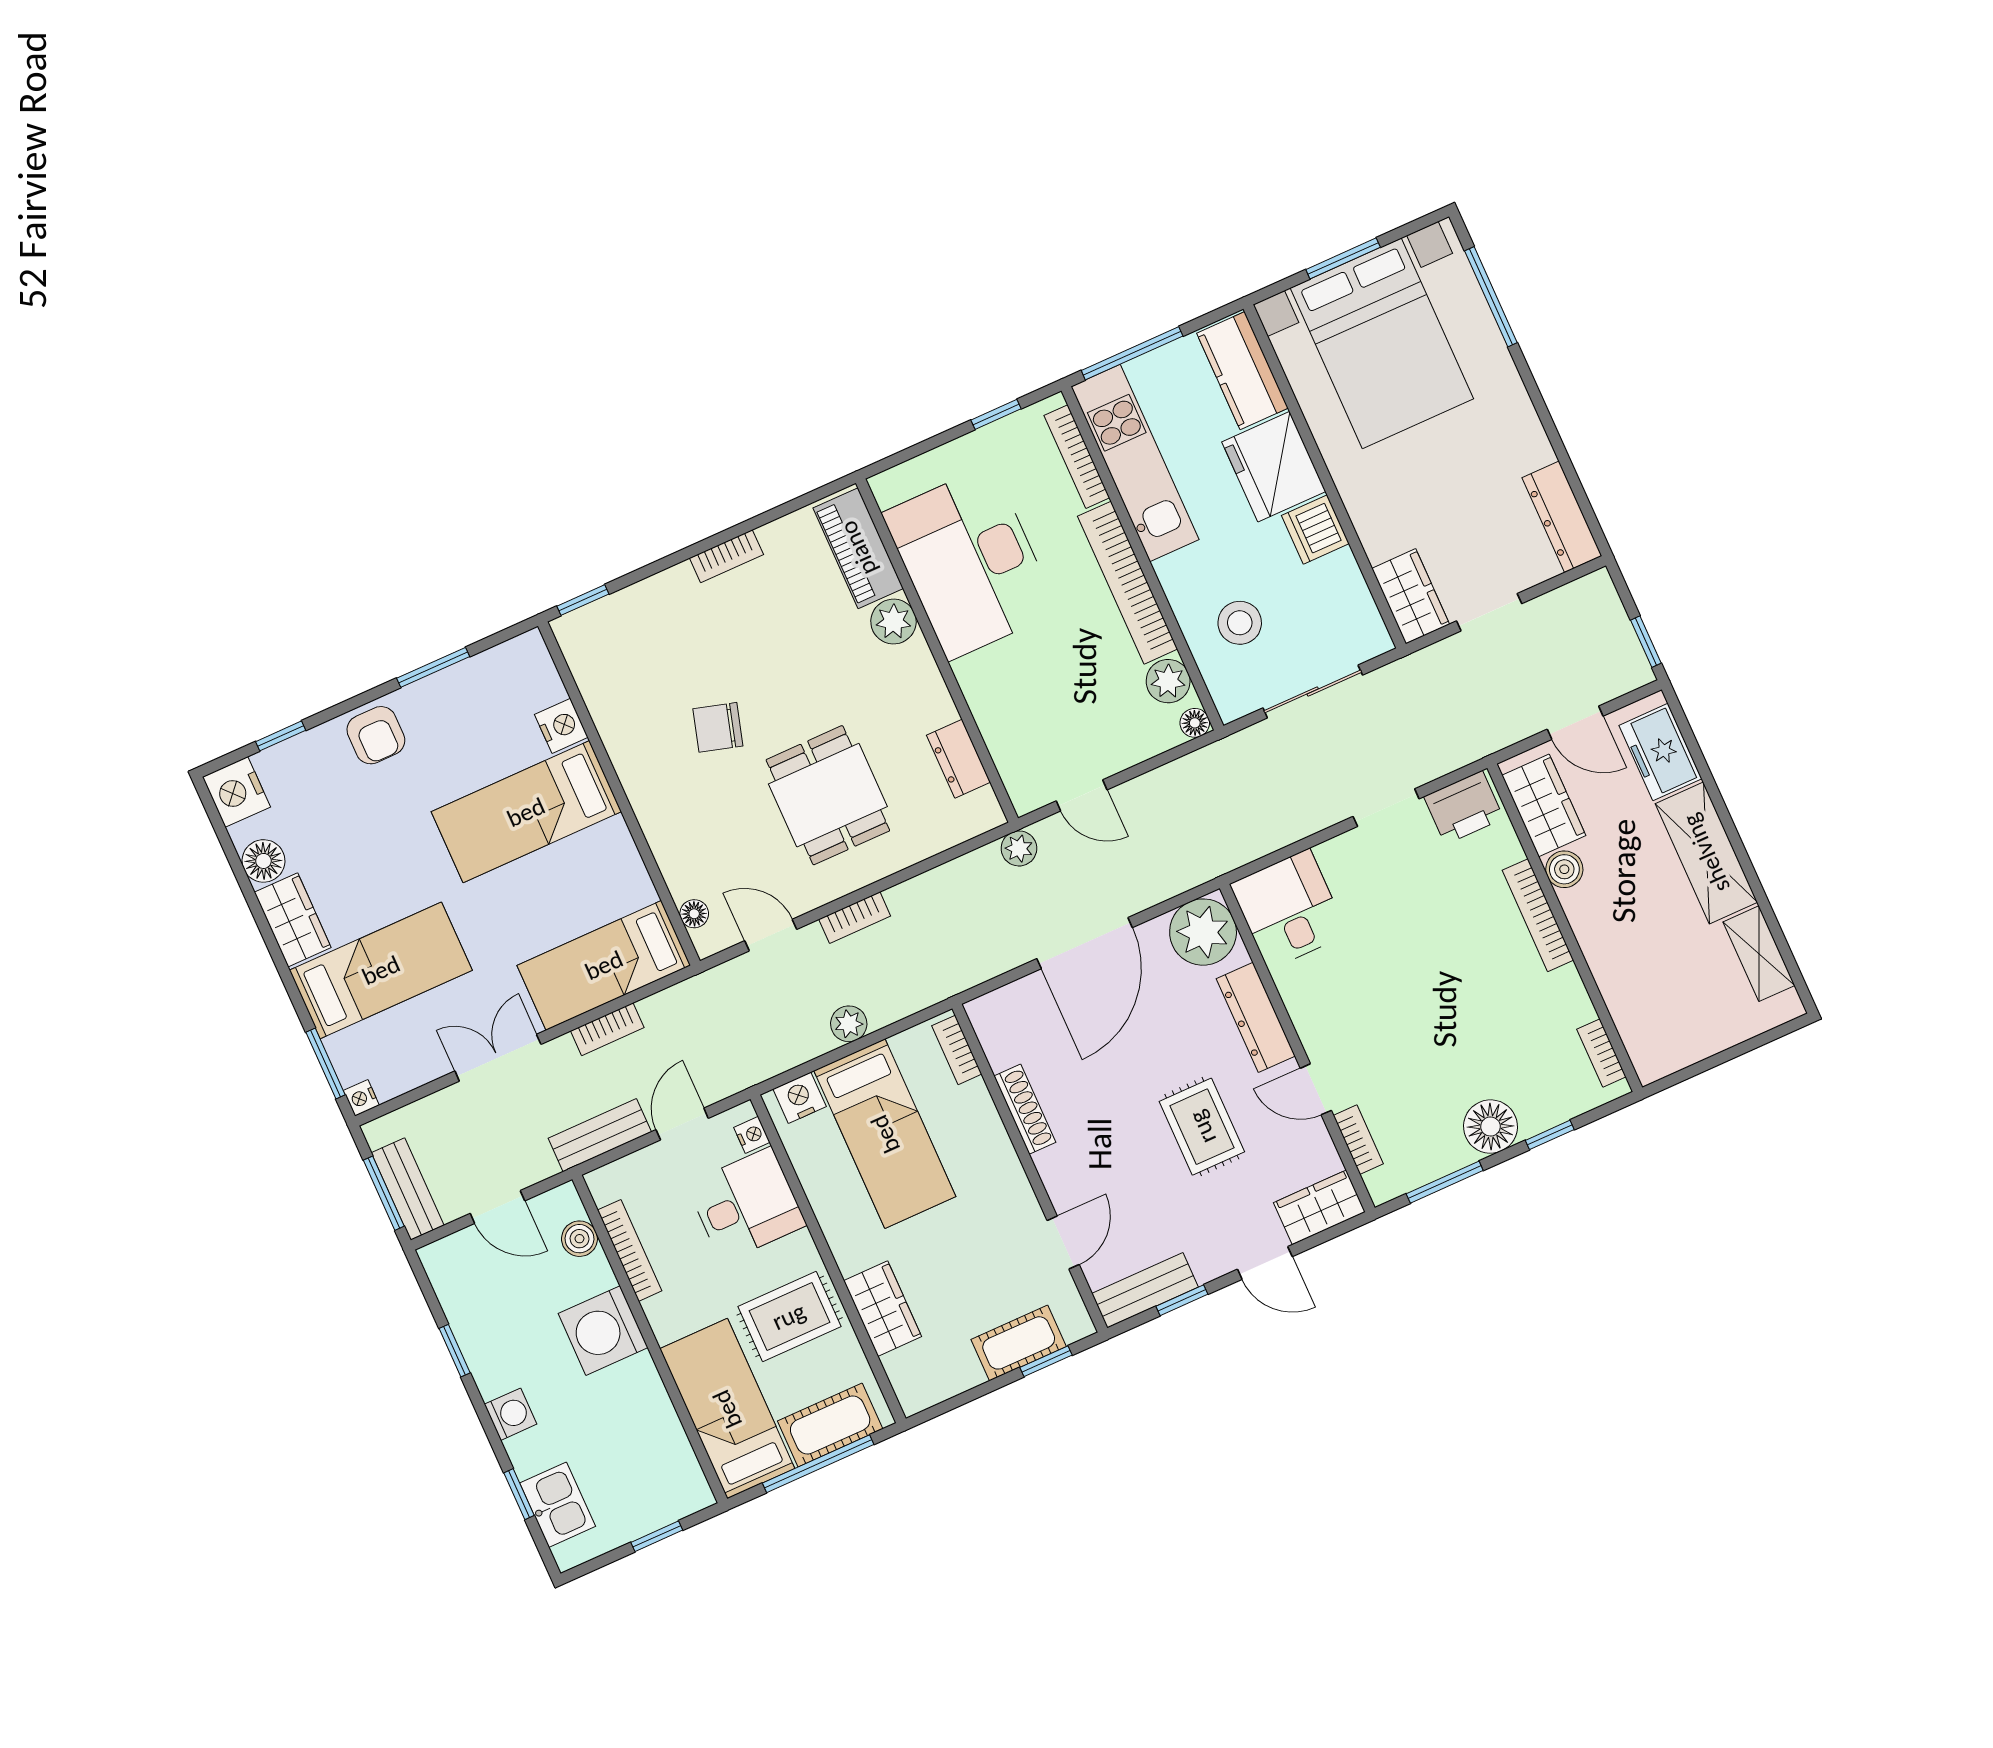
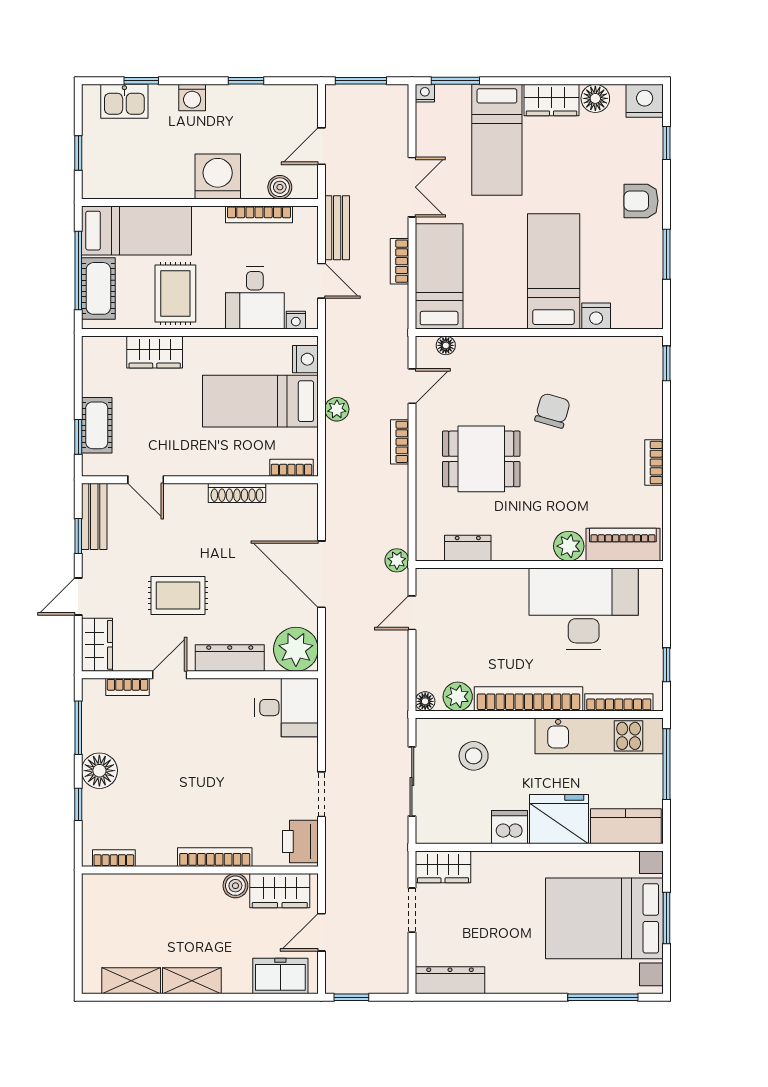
shelving: (1706, 853) -> (192, 981), width x0.67, depth x0.75
bench: (408, 1189) -> (357, 96), removed

